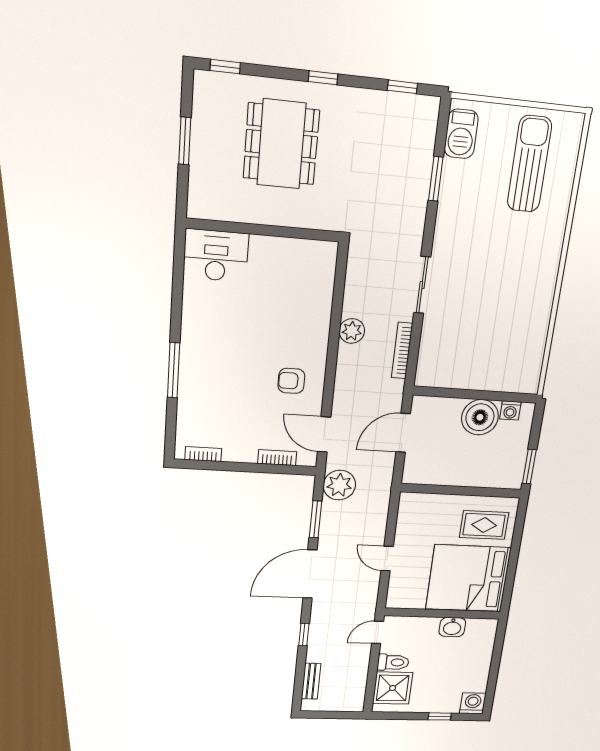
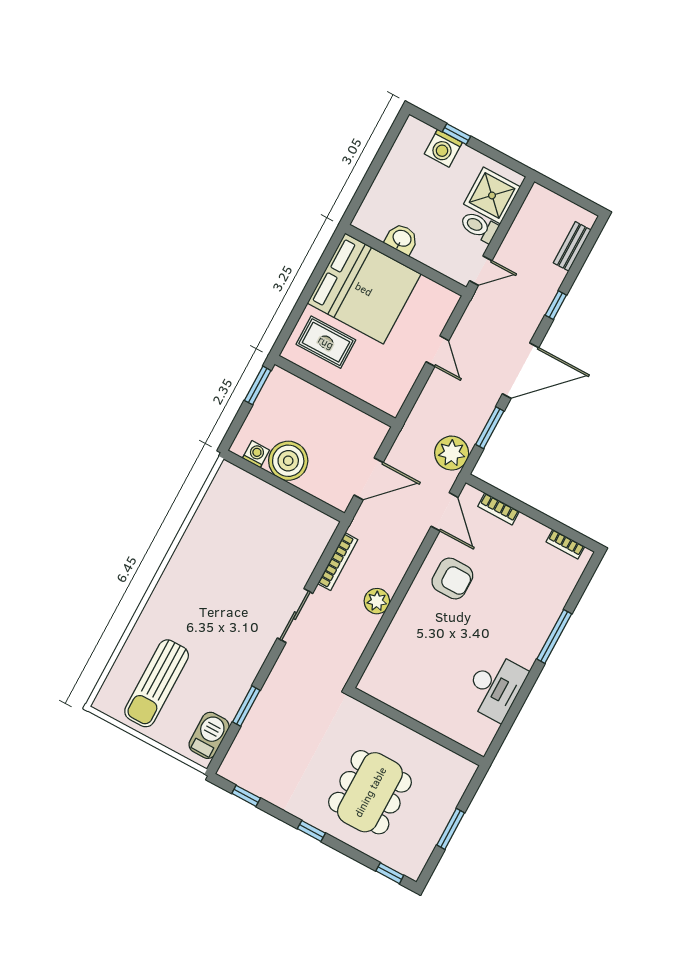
desk: (216, 256) -> (495, 687), moved, turned -90
armchair: (291, 381) -> (452, 579), width x1.38, depth x1.38
washing machine: (473, 703) -> (443, 148), moved

